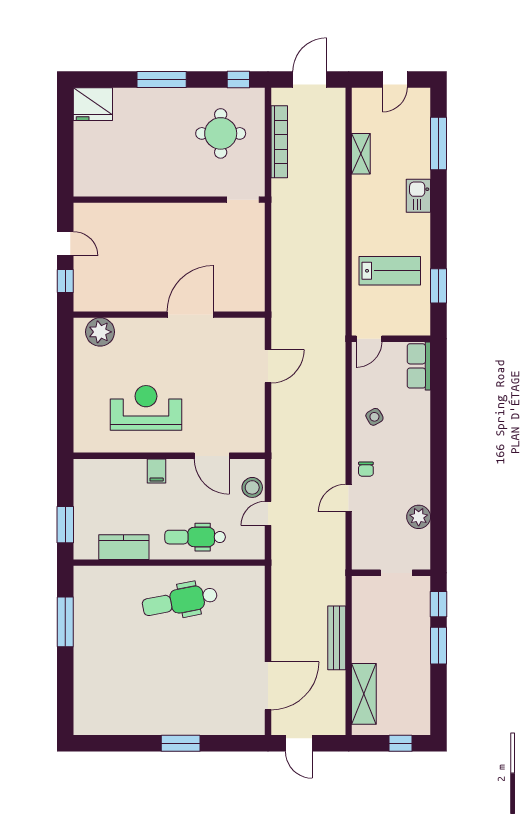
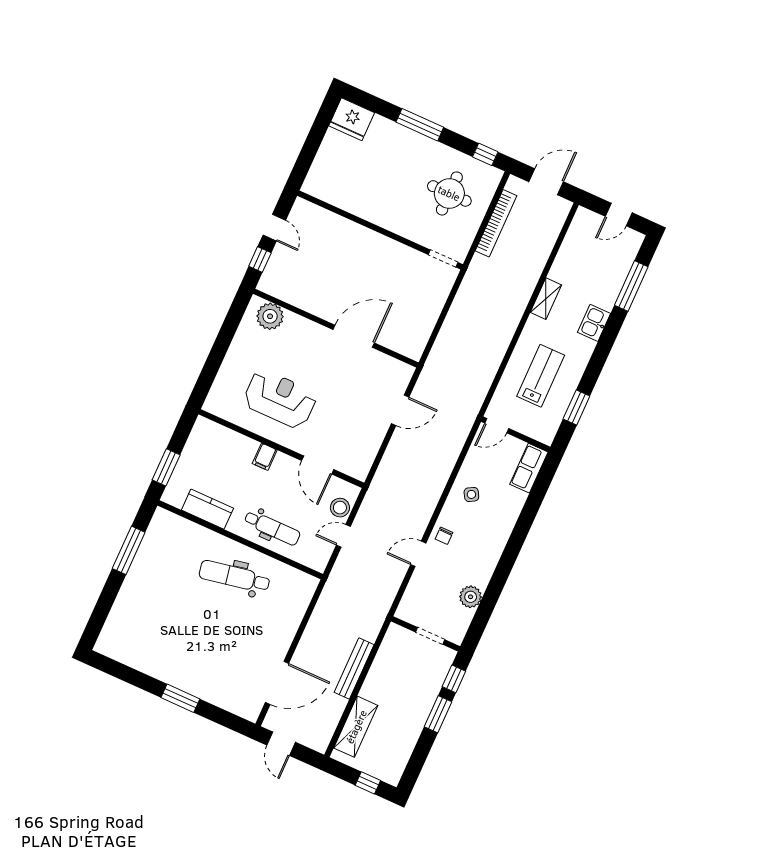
shelving: (361, 154) -> (546, 299), moved
lab bench: (390, 271) -> (541, 376), turned -90
dental chair: (195, 537) -> (272, 528), turned 180

